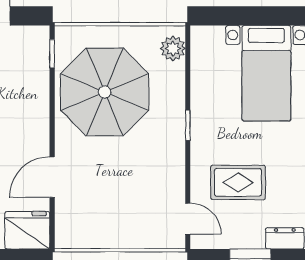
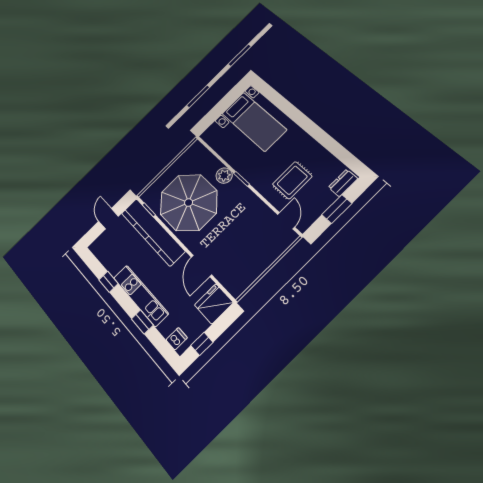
plant: (173, 48) -> (224, 176), moved
kitchen counter: (33, 85) -> (153, 232), added
door: (188, 219) -> (286, 221), hinge flipped

